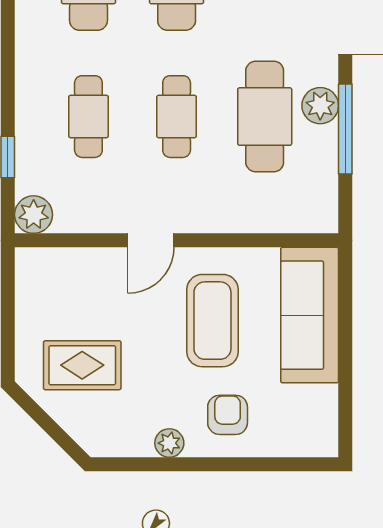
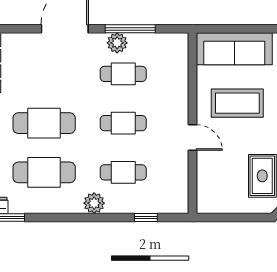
cafe table: (265, 117) -> (123, 74), width x0.73, depth x0.74
plant: (34, 215) -> (94, 203), moved

